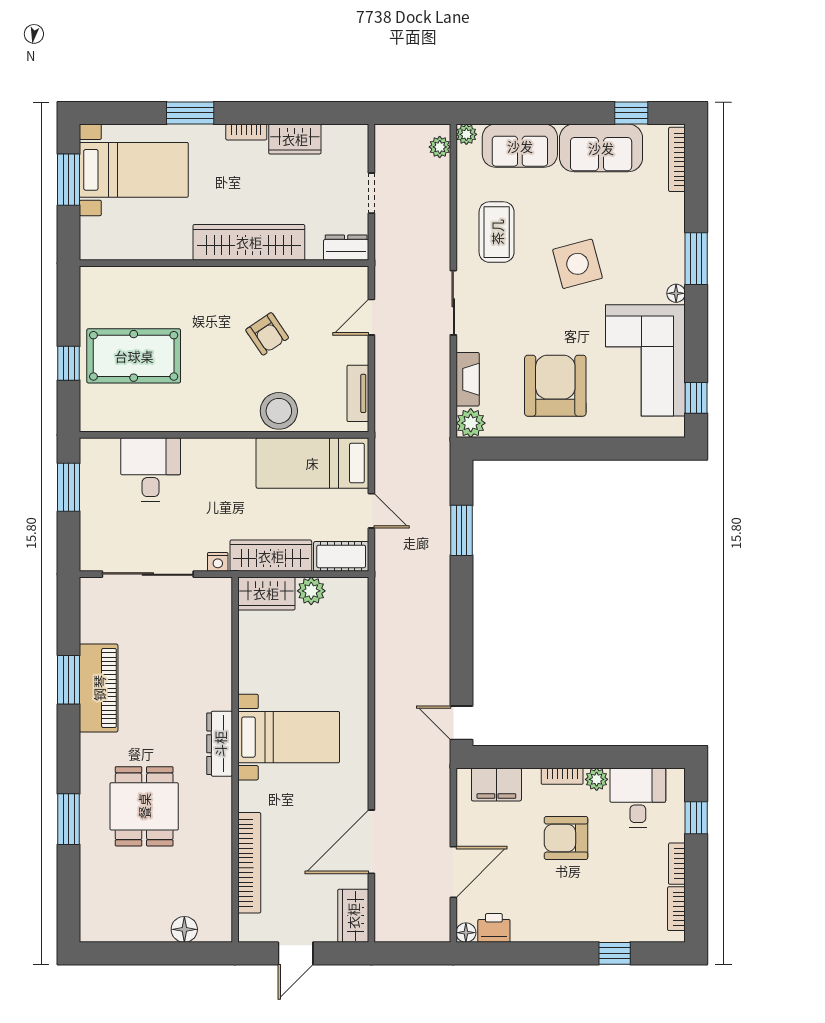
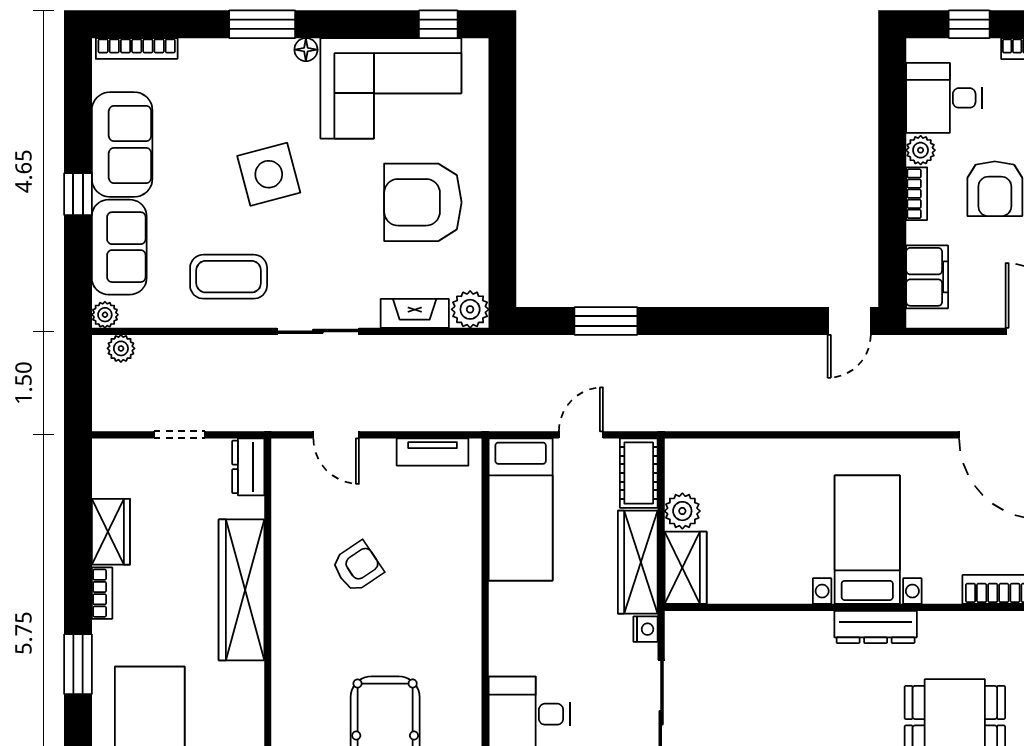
window: (631, 113) -> (78, 194), moved
stool: (279, 411) -> (455, 552), removed

